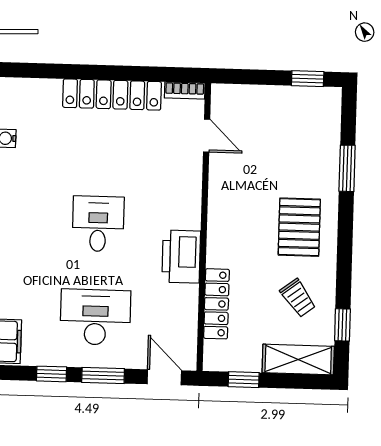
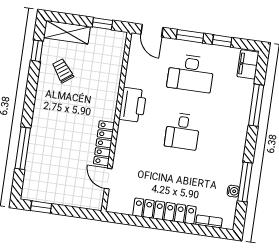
bookcase: (185, 90) -> (209, 221), moved
window: (347, 168) -> (23, 148), width x1.44
pallet: (299, 227) -> (57, 115), removed
locker: (216, 304) -> (104, 143), moved

